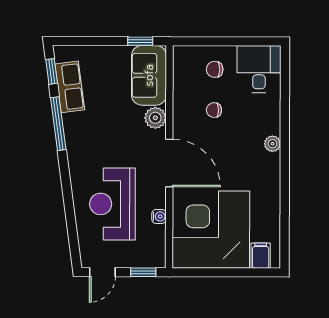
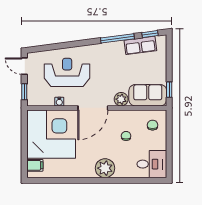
chair: (215, 69) -> (153, 125), moved
plant: (272, 144) -> (105, 168), width x1.88, depth x1.88

